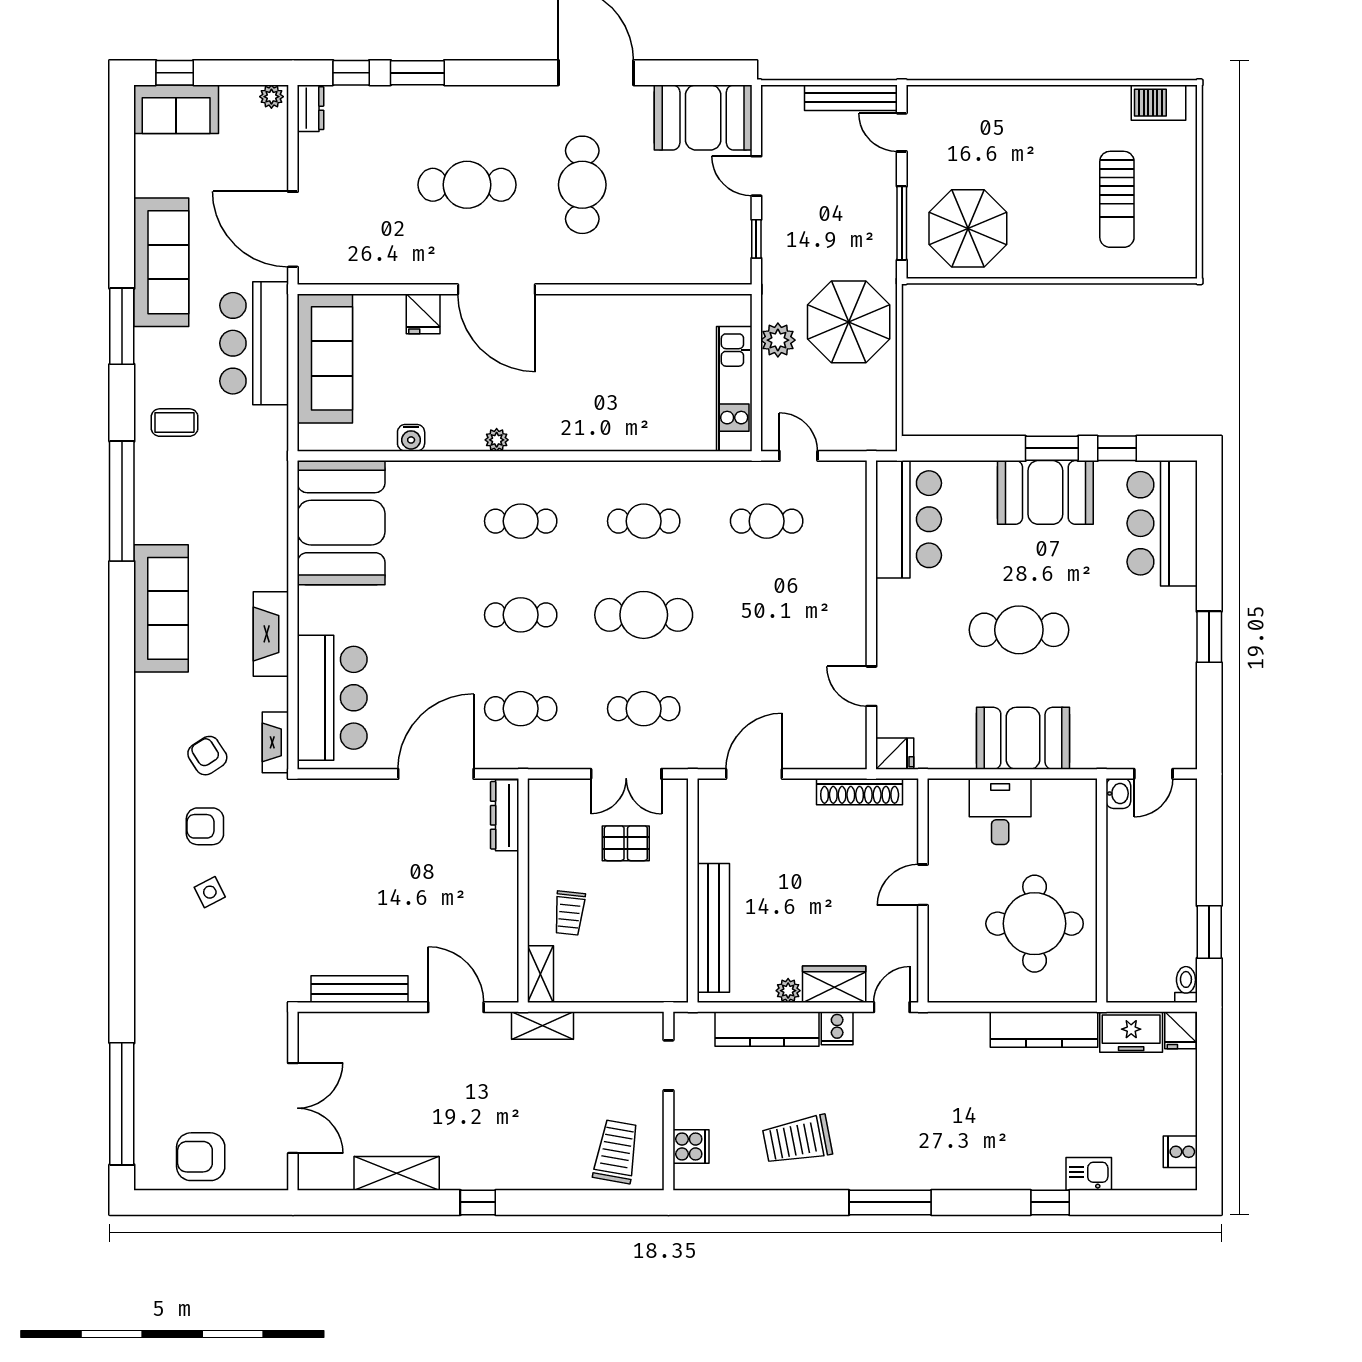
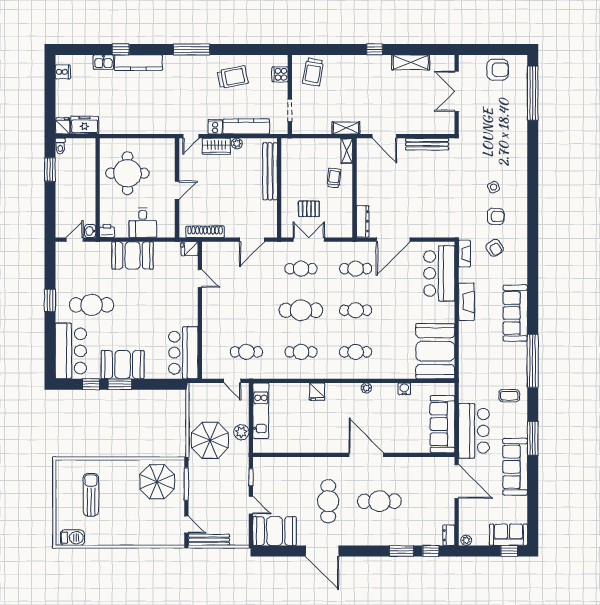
fridge: (423, 314) -> (317, 392), moved, turned 180
cafe table: (1019, 630) -> (92, 305), moved
printer: (1081, 793) -> (107, 231), added
kitchen counter: (1044, 1030) -> (138, 63), moved, turned 180

